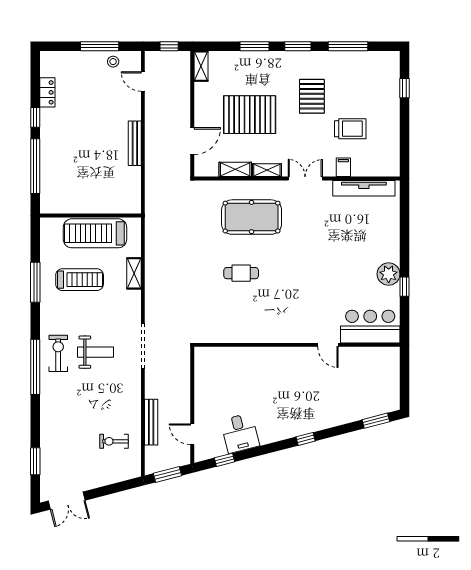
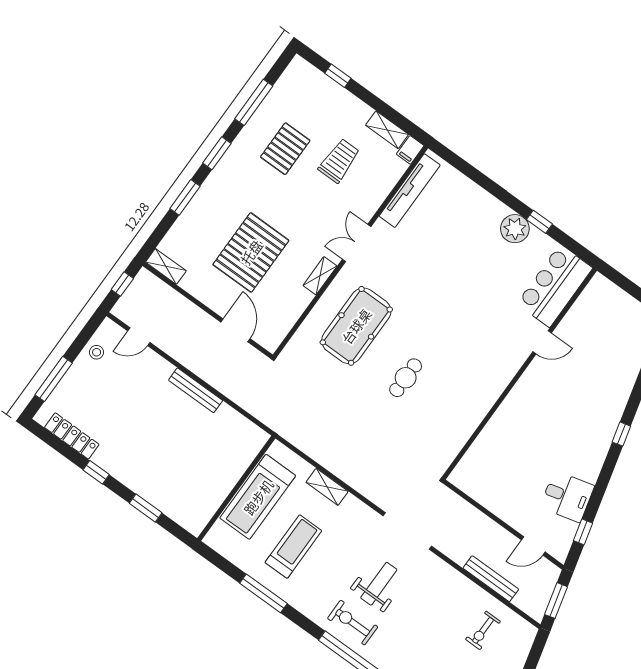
window: (100, 46) -> (54, 379), moved
locker: (47, 92) -> (72, 436), width x1.53
pallet: (312, 96) -> (285, 149), moved, turned 90
window: (35, 166) -> (146, 508), width x0.47
filing cabinet: (343, 167) -> (410, 150), moved, turned -90
shelving: (235, 169) -> (387, 130), moved, turned 90

